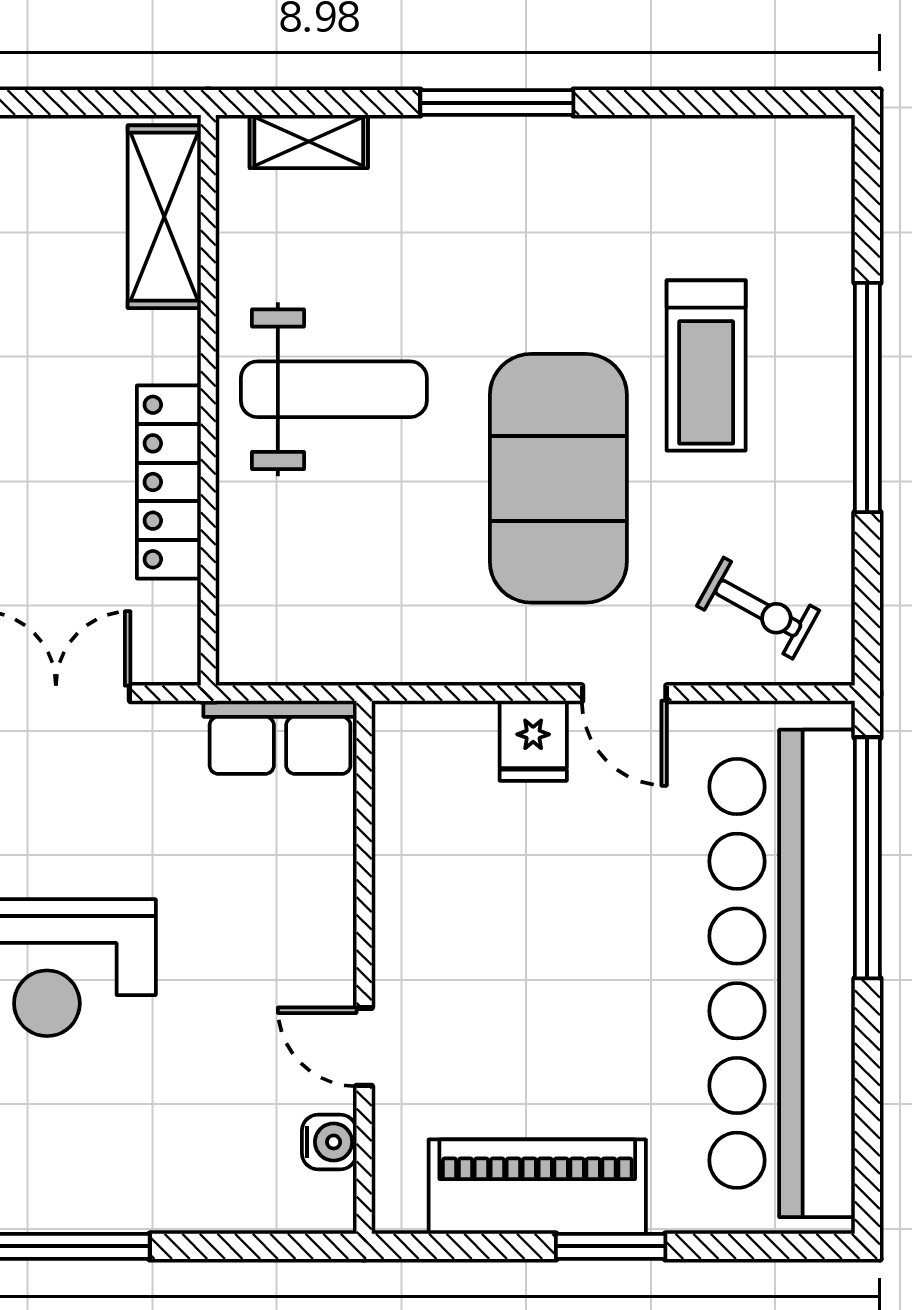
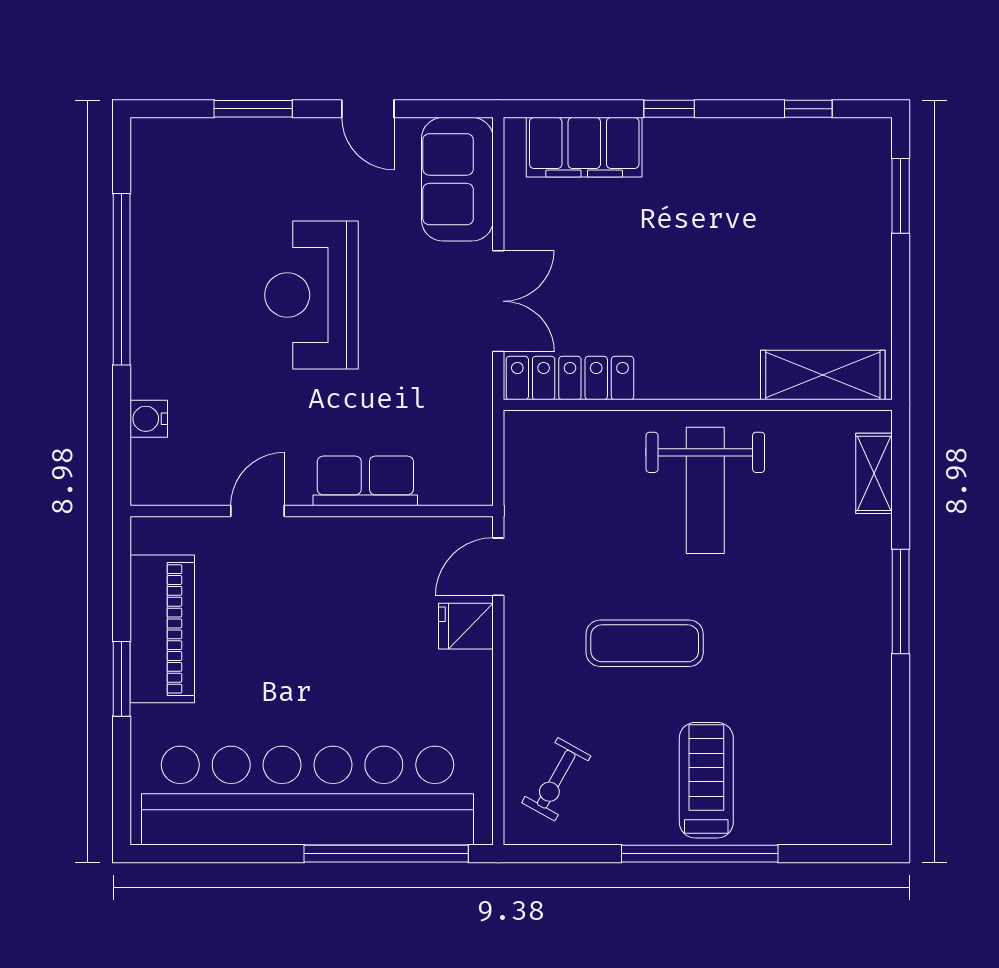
treadmill: (706, 365) -> (706, 780), moved, turned 90
exercise mat: (558, 478) -> (645, 643), width x0.50, depth x0.69
locker: (169, 482) -> (570, 378), moved
door: (624, 693) -> (498, 567), moved
row of seats: (280, 737) -> (365, 481), moved, turned 90
water cooler: (329, 1142) -> (149, 419), moved, turned 90

